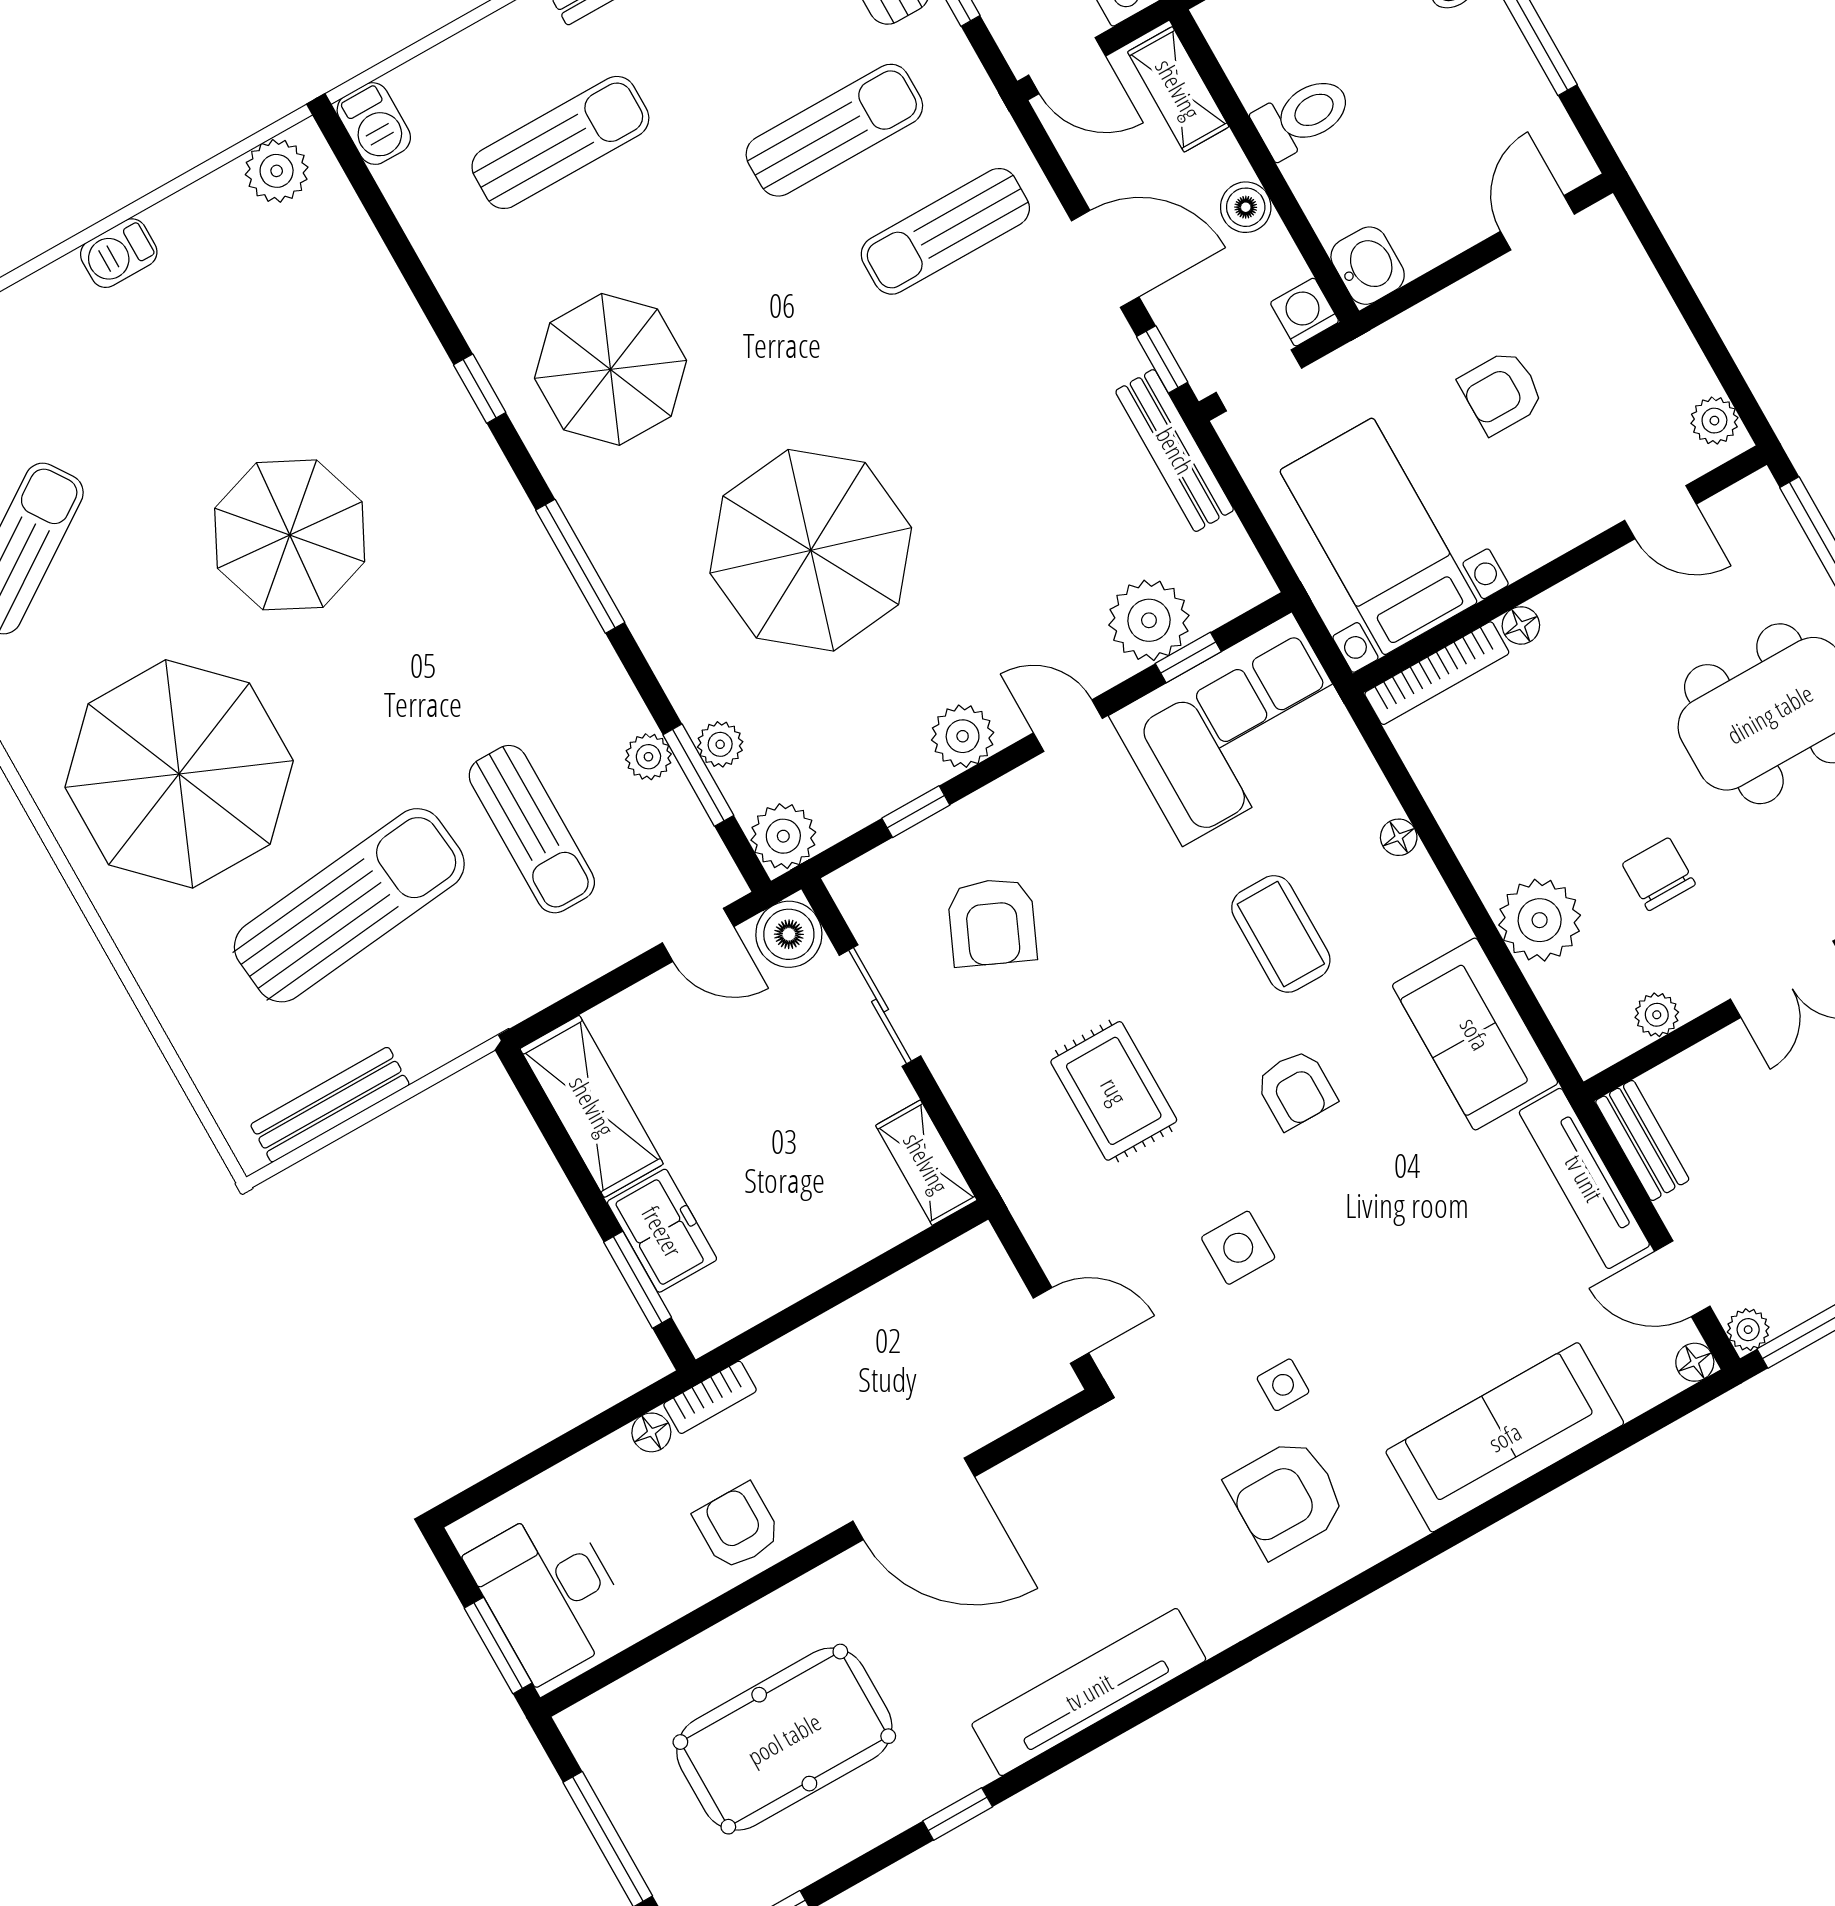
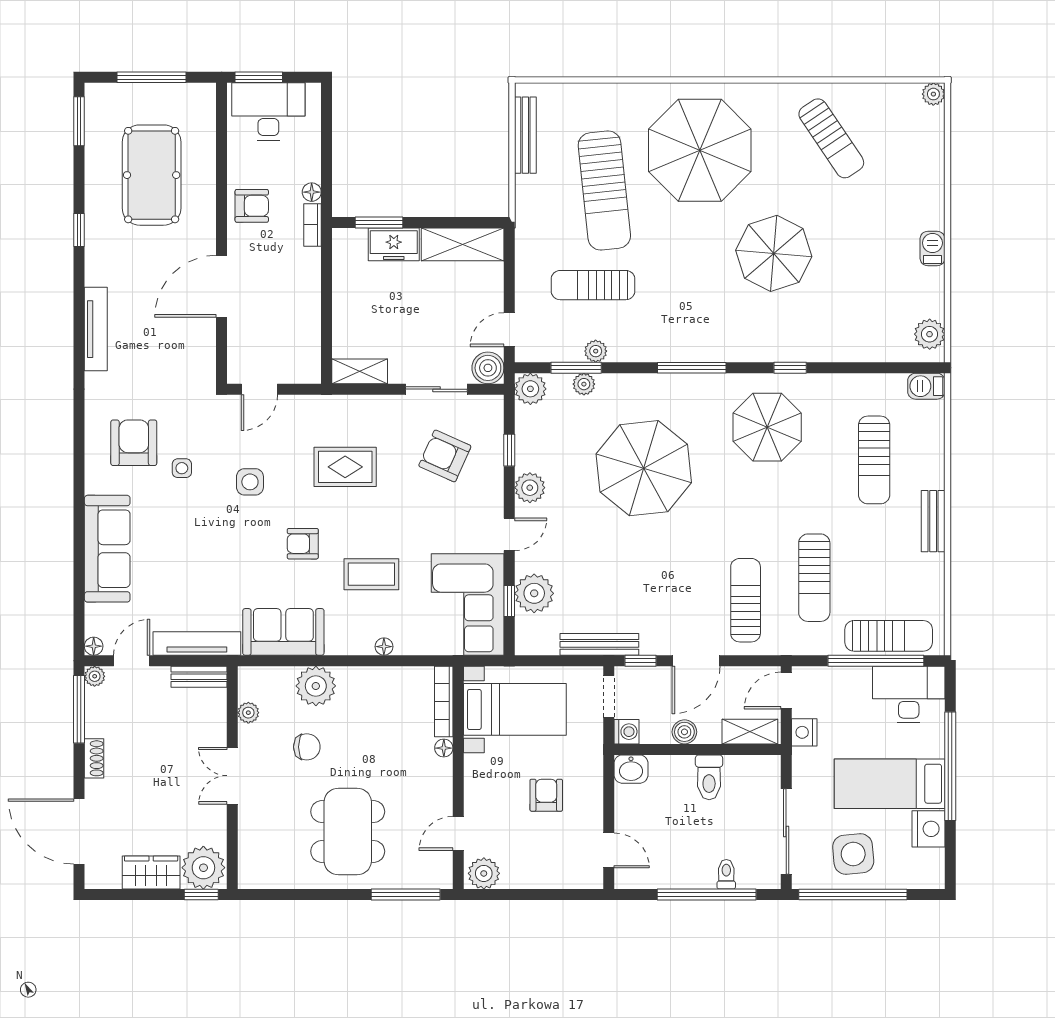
plant: (1714, 421) -> (484, 873), width x1.38, depth x1.38
tv unit: (1089, 1692) -> (96, 329), width x0.73, depth x0.78

